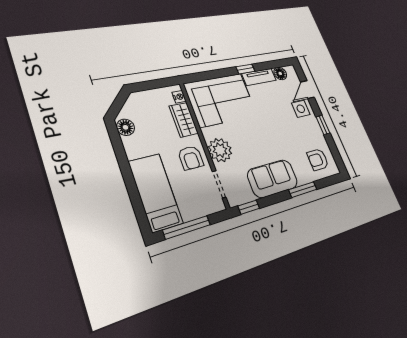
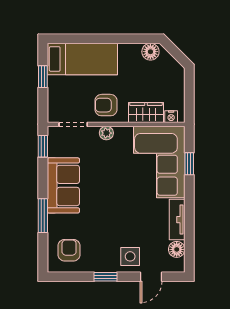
window: (245, 69) -> (189, 164), moved
door: (307, 90) -> (151, 277), swing flipped
plant: (220, 150) -> (106, 133), width x0.53, depth x0.53
window: (187, 227) -> (43, 77), width x0.46

